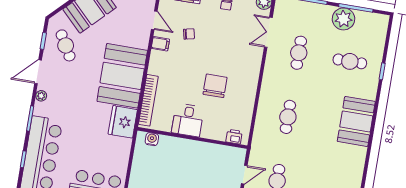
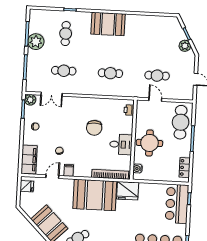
chair: (215, 86) -> (94, 128), turned -90
round table: (185, 160) -> (149, 143), added

